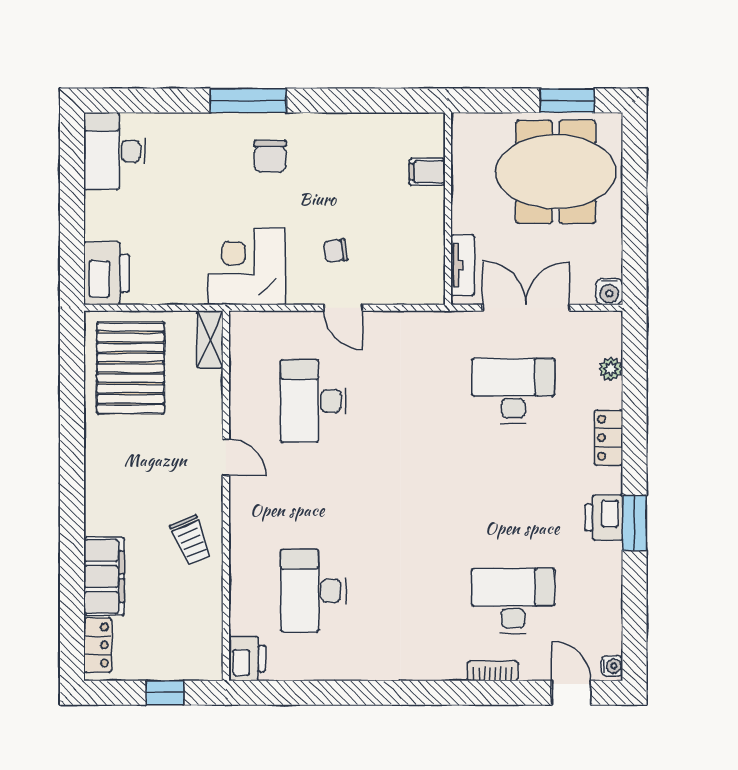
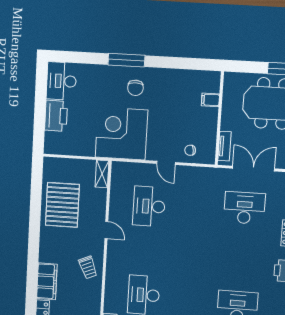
chair: (336, 251) -> (190, 150), moved
corner desk: (247, 266) -> (122, 134), width x1.36, depth x1.36
printer: (106, 273) -> (56, 116), moved
pallet: (131, 368) -> (62, 205), moved

